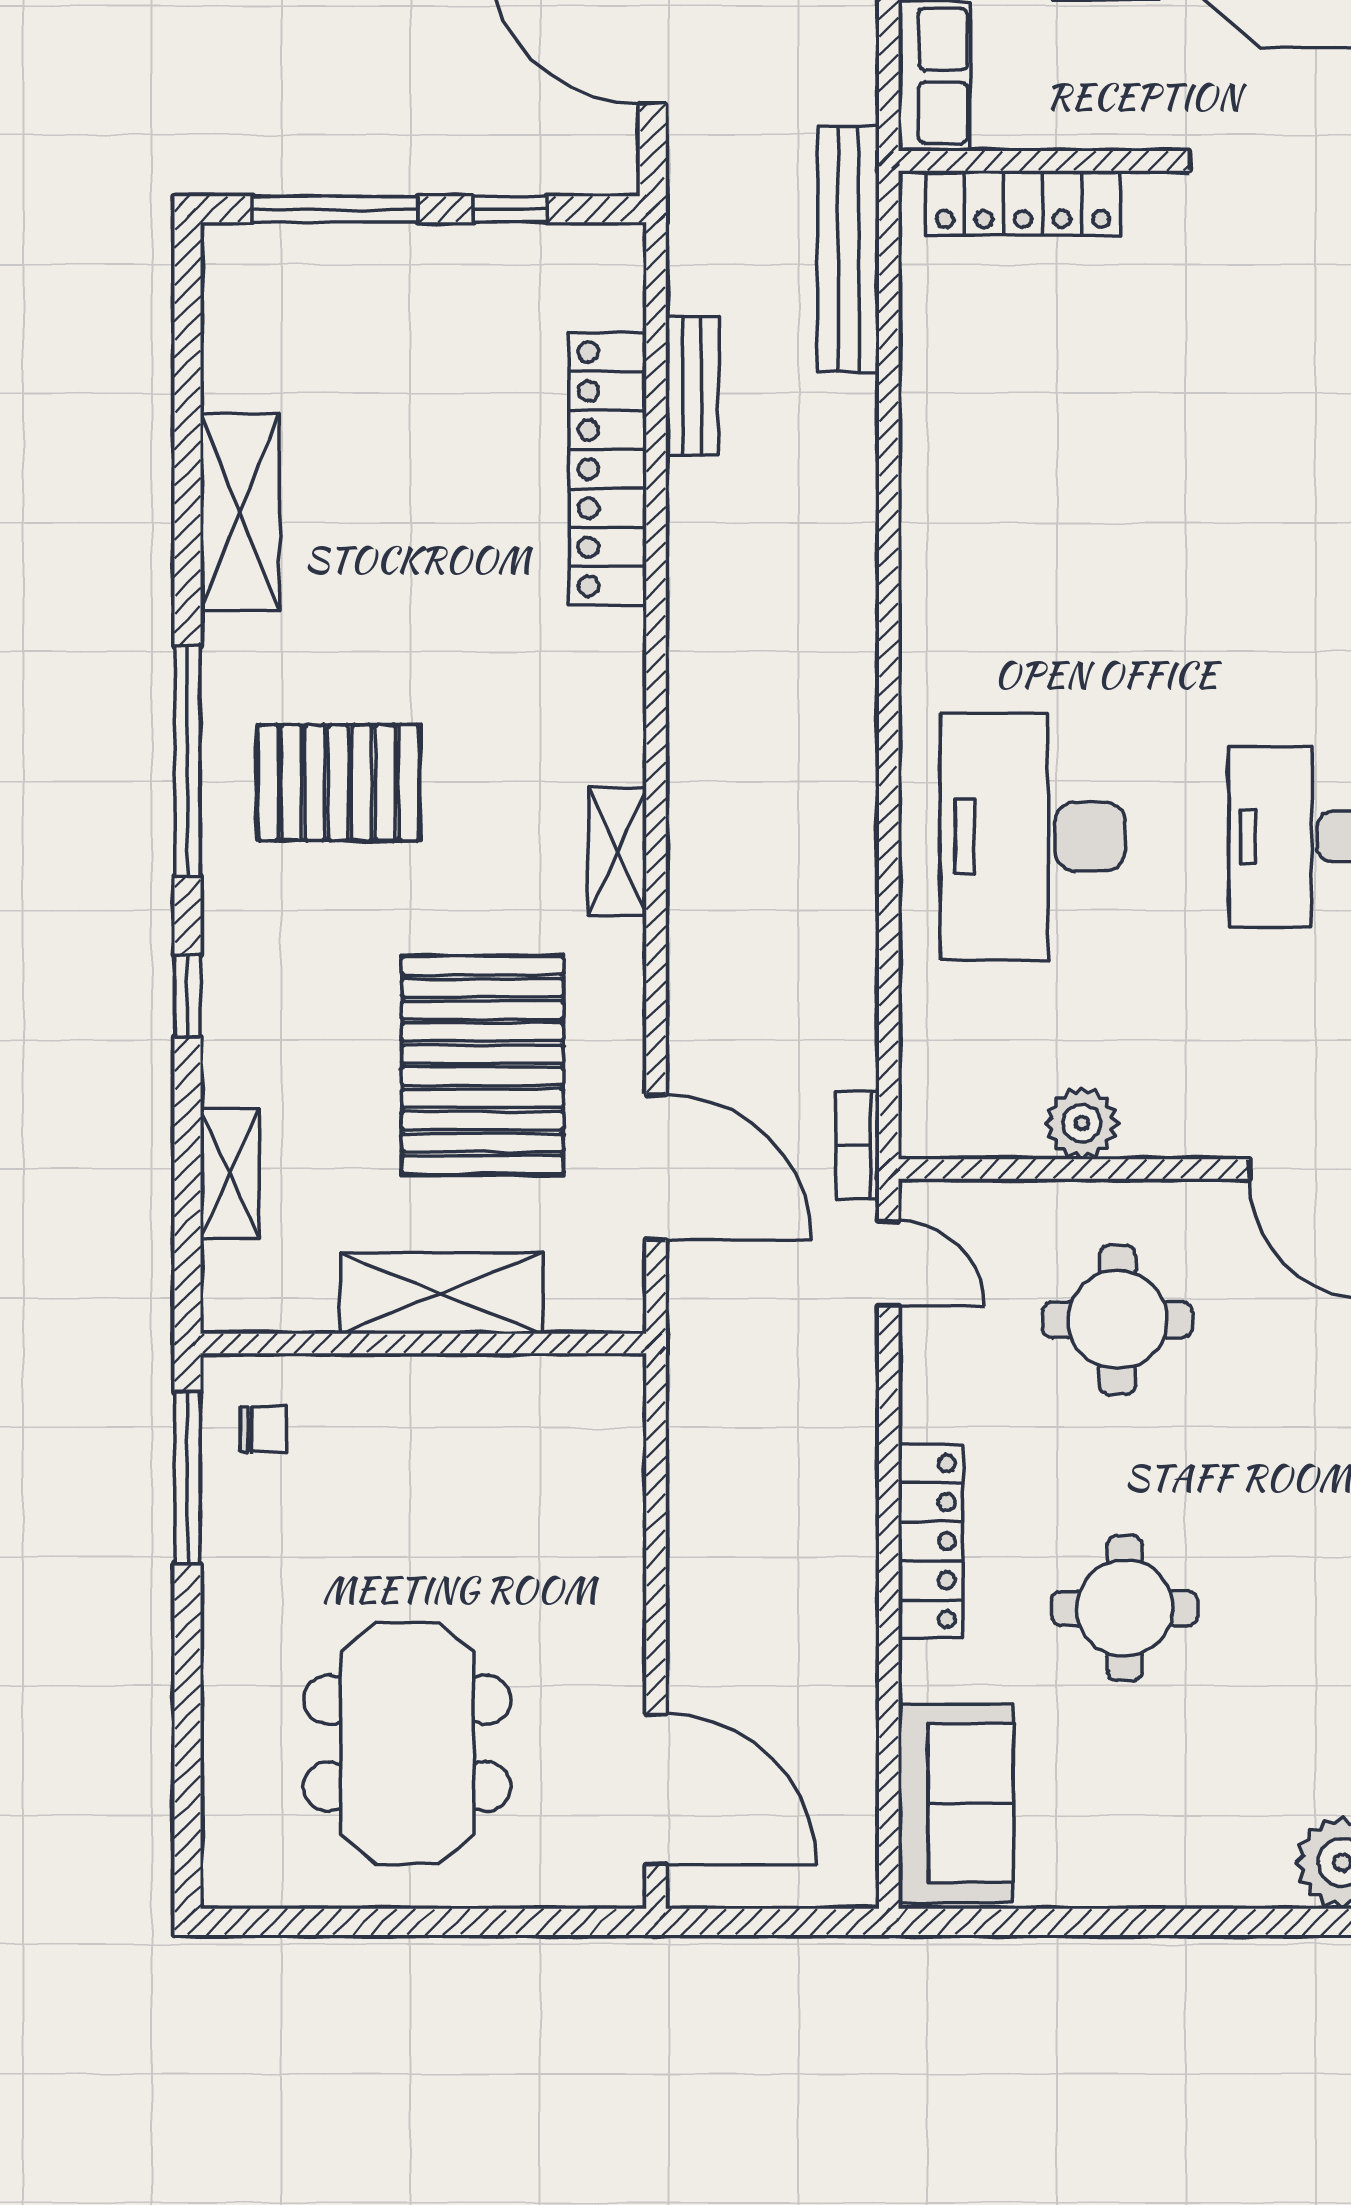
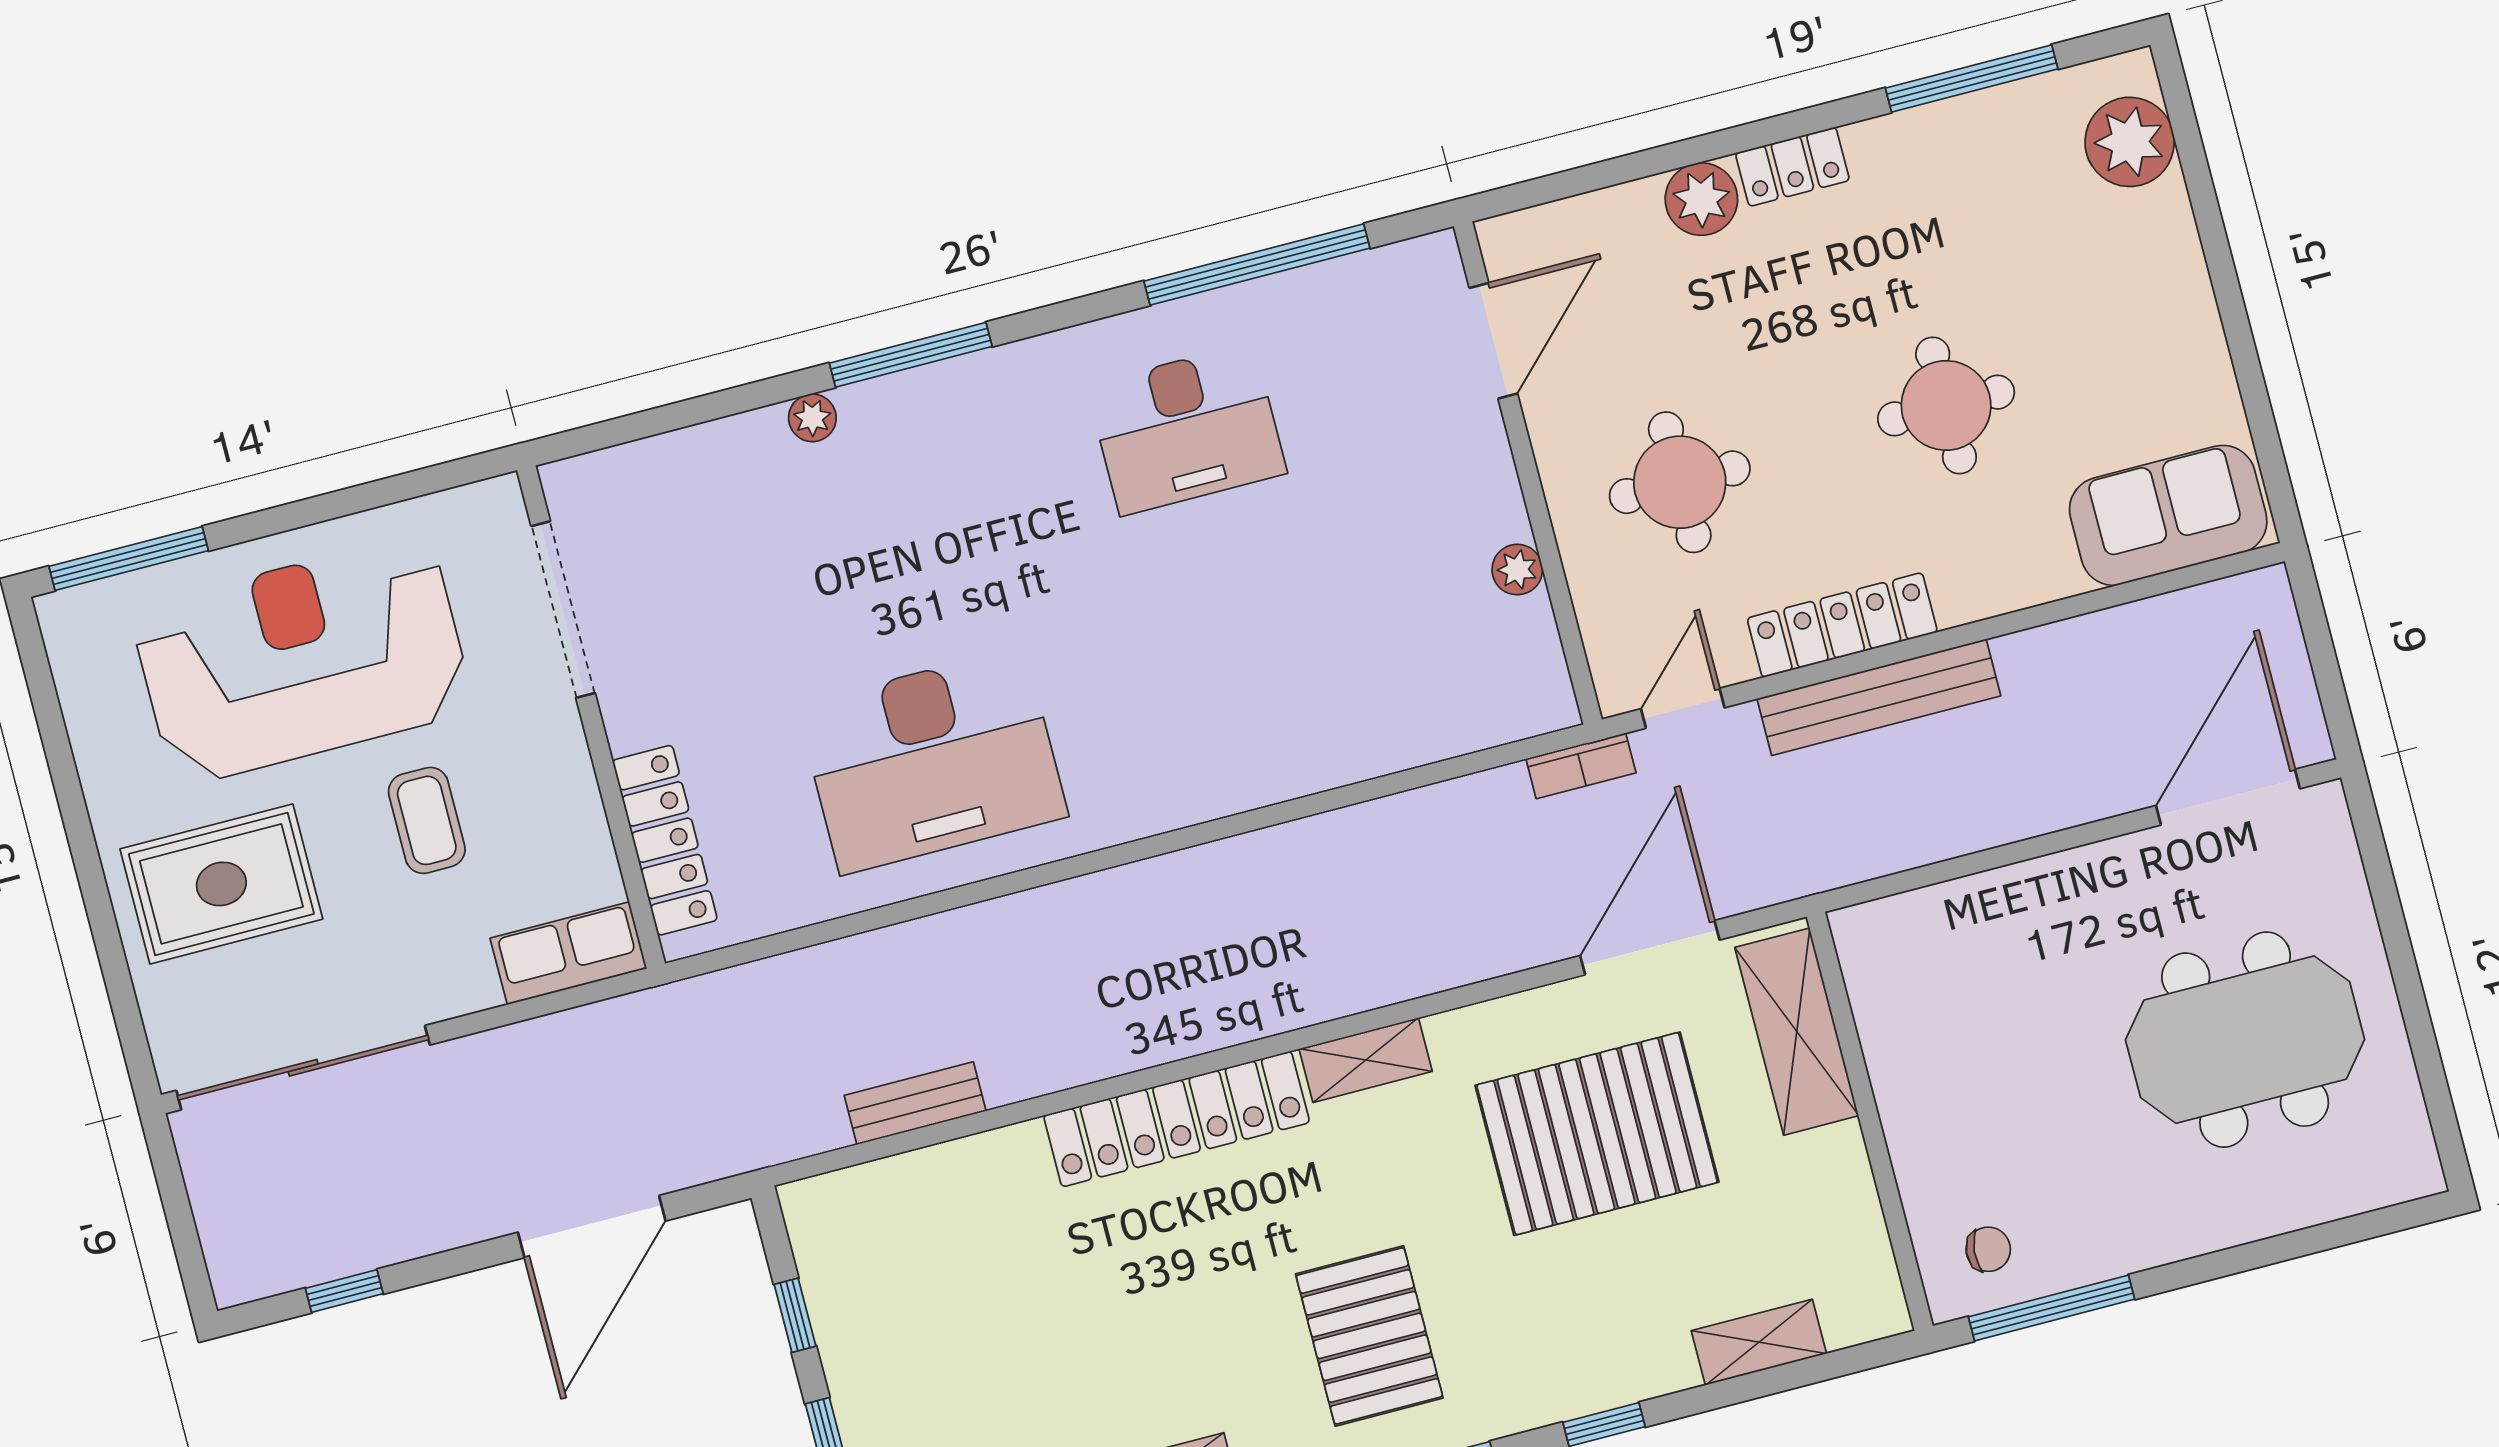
bench: (848, 249) -> (1879, 697), moved
locker: (608, 469) -> (1177, 1119), moved
desk: (1033, 837) -> (932, 761), moved
plant: (1082, 1123) -> (1517, 570), width x0.73, depth x0.73
shelving: (442, 1293) -> (1797, 1032), moved
chair: (263, 1429) -> (1988, 1249), turned 95
locker: (931, 1541) -> (1842, 625), moved

